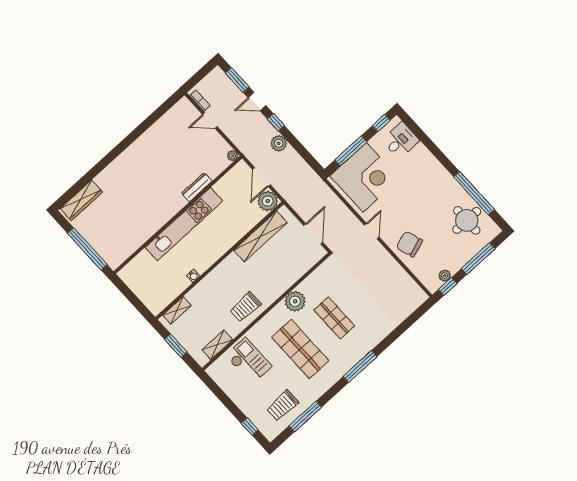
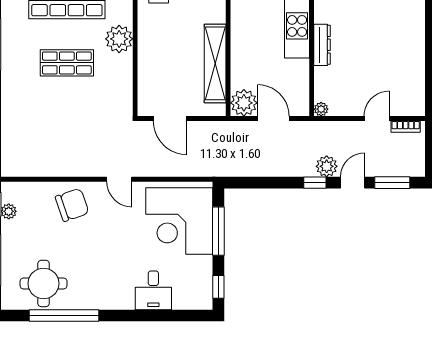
desk: (401, 140) -> (153, 290), moved
plant: (279, 143) -> (327, 166), moved

